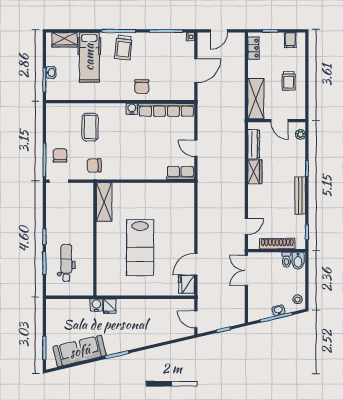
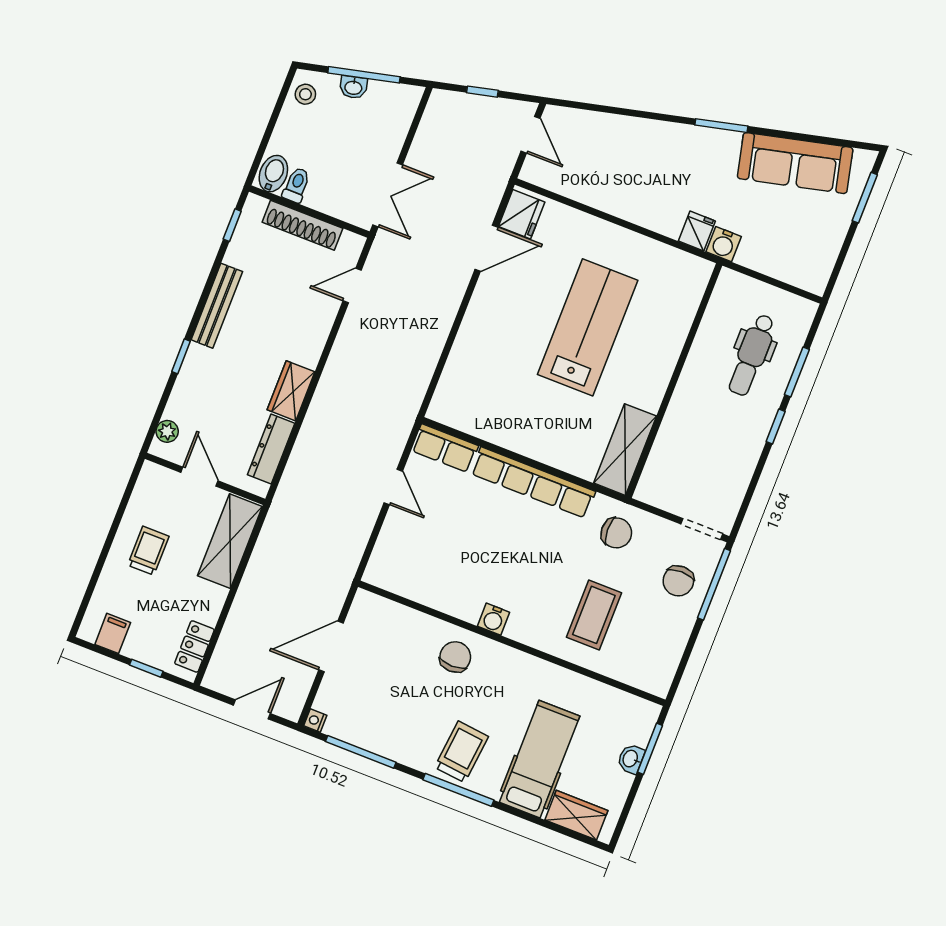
row of seats: (166, 110) -> (533, 483), moved, turned 180

